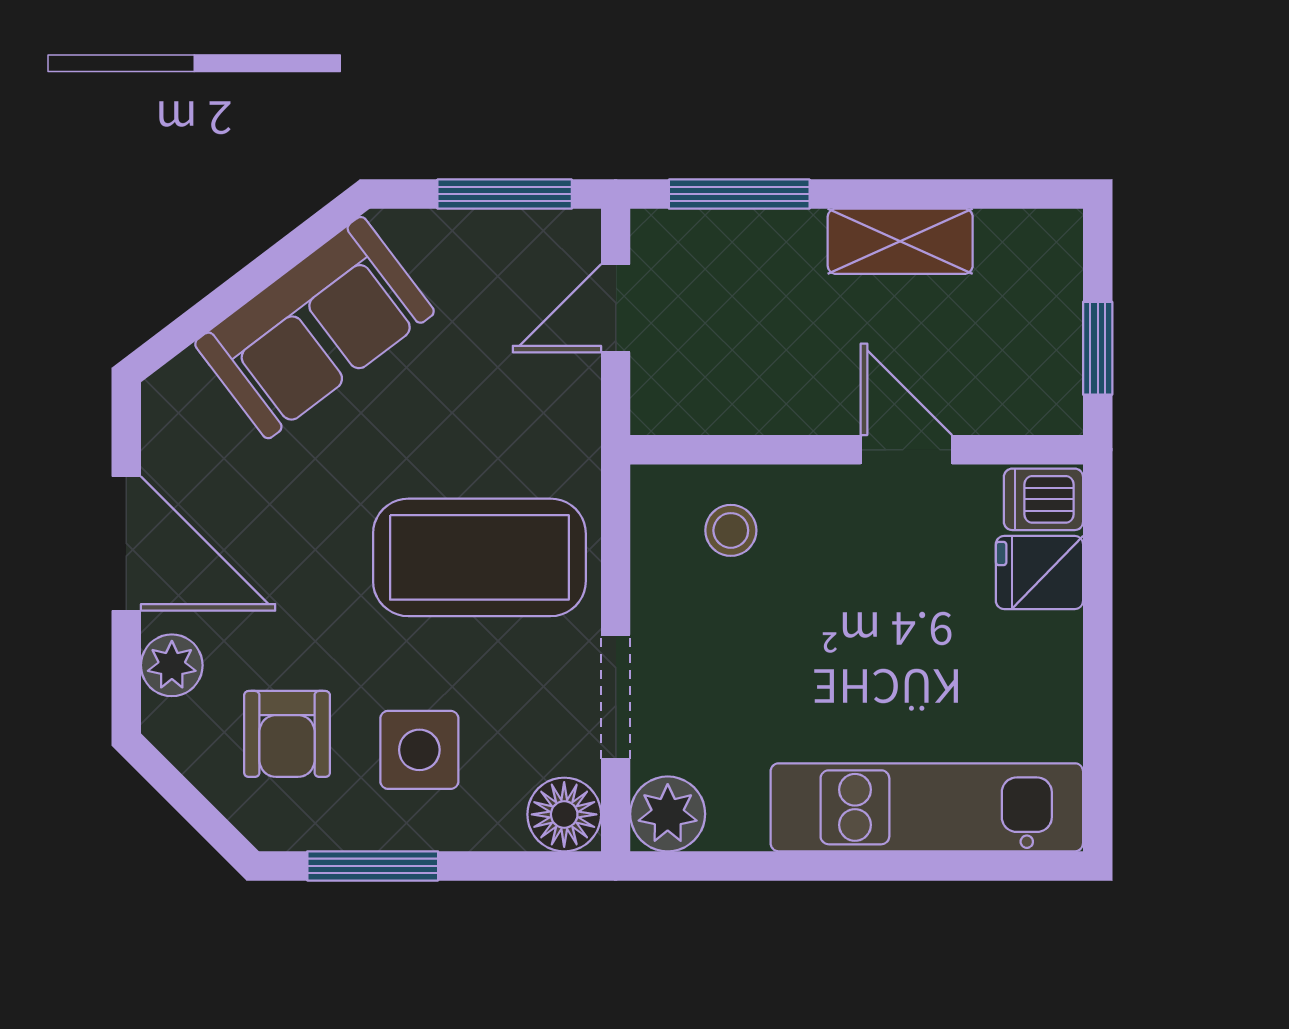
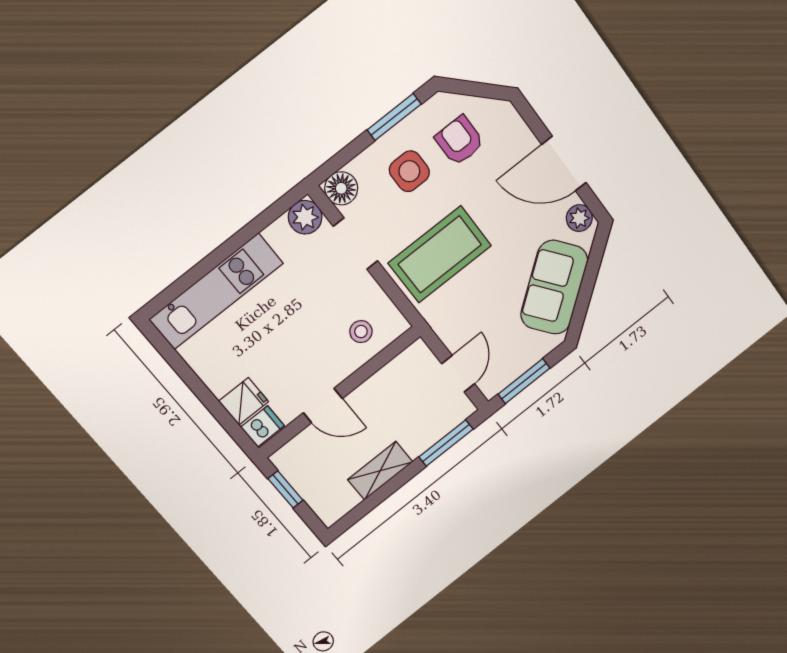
plant: (172, 665) -> (579, 218), moved

